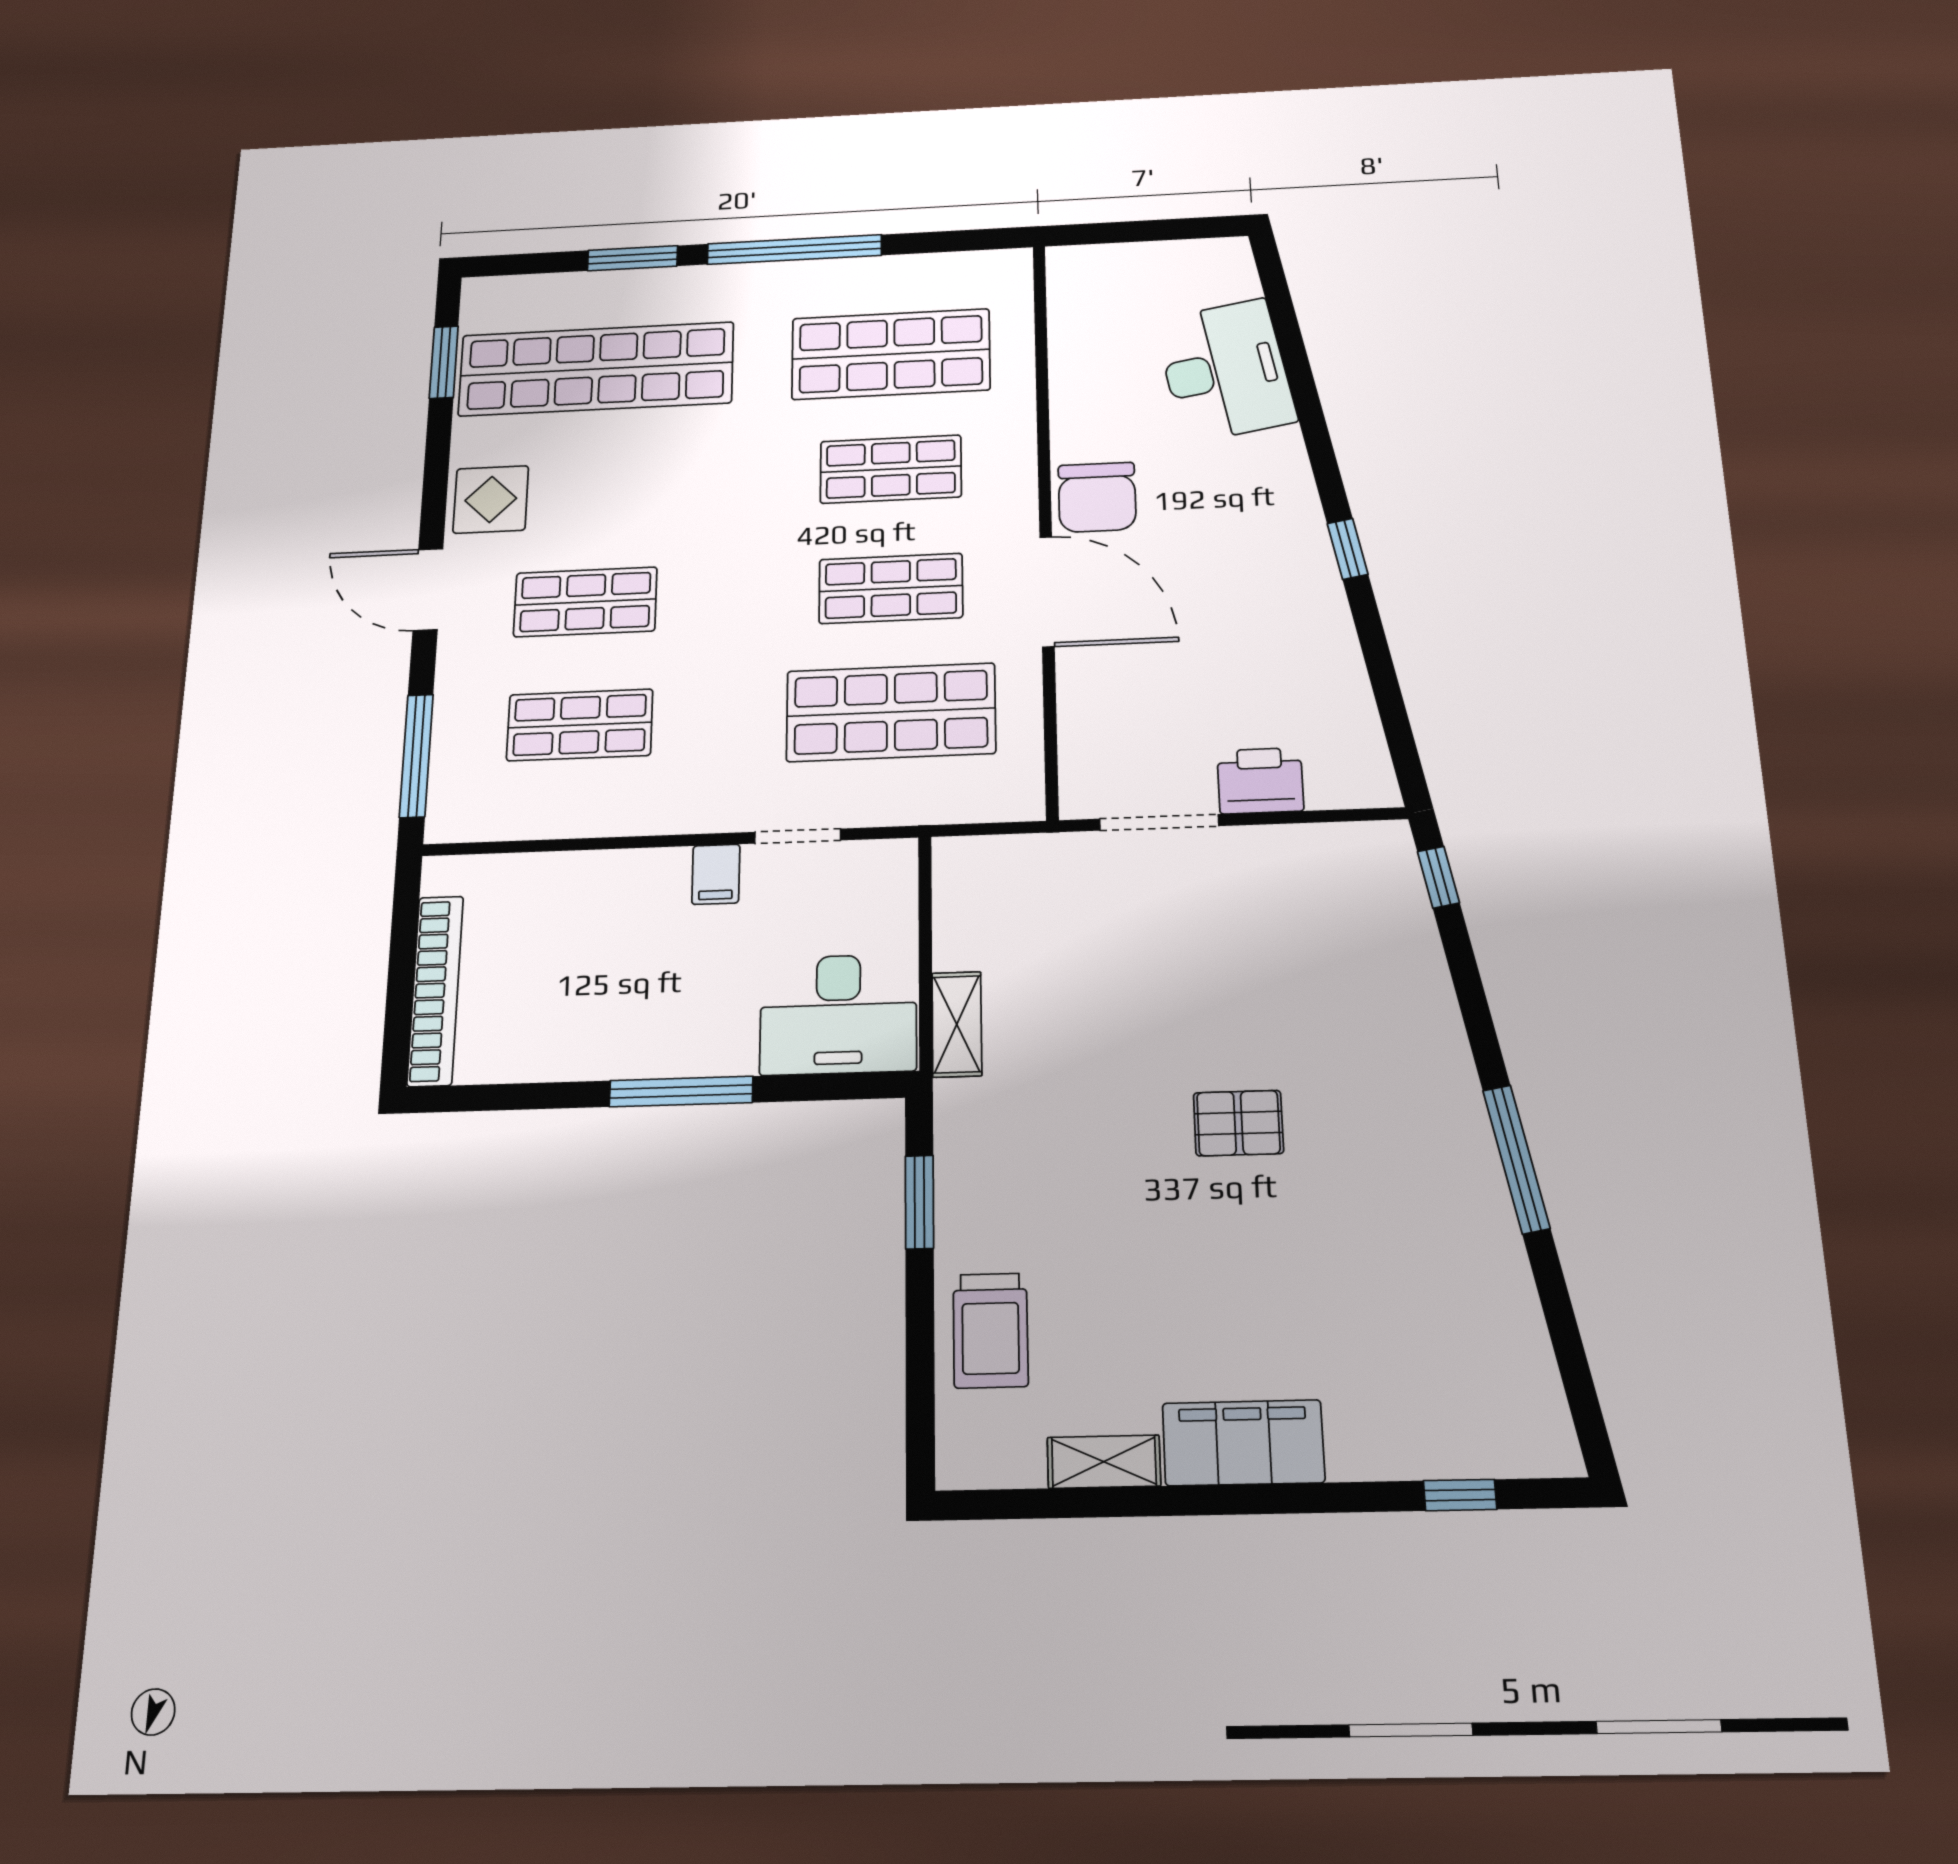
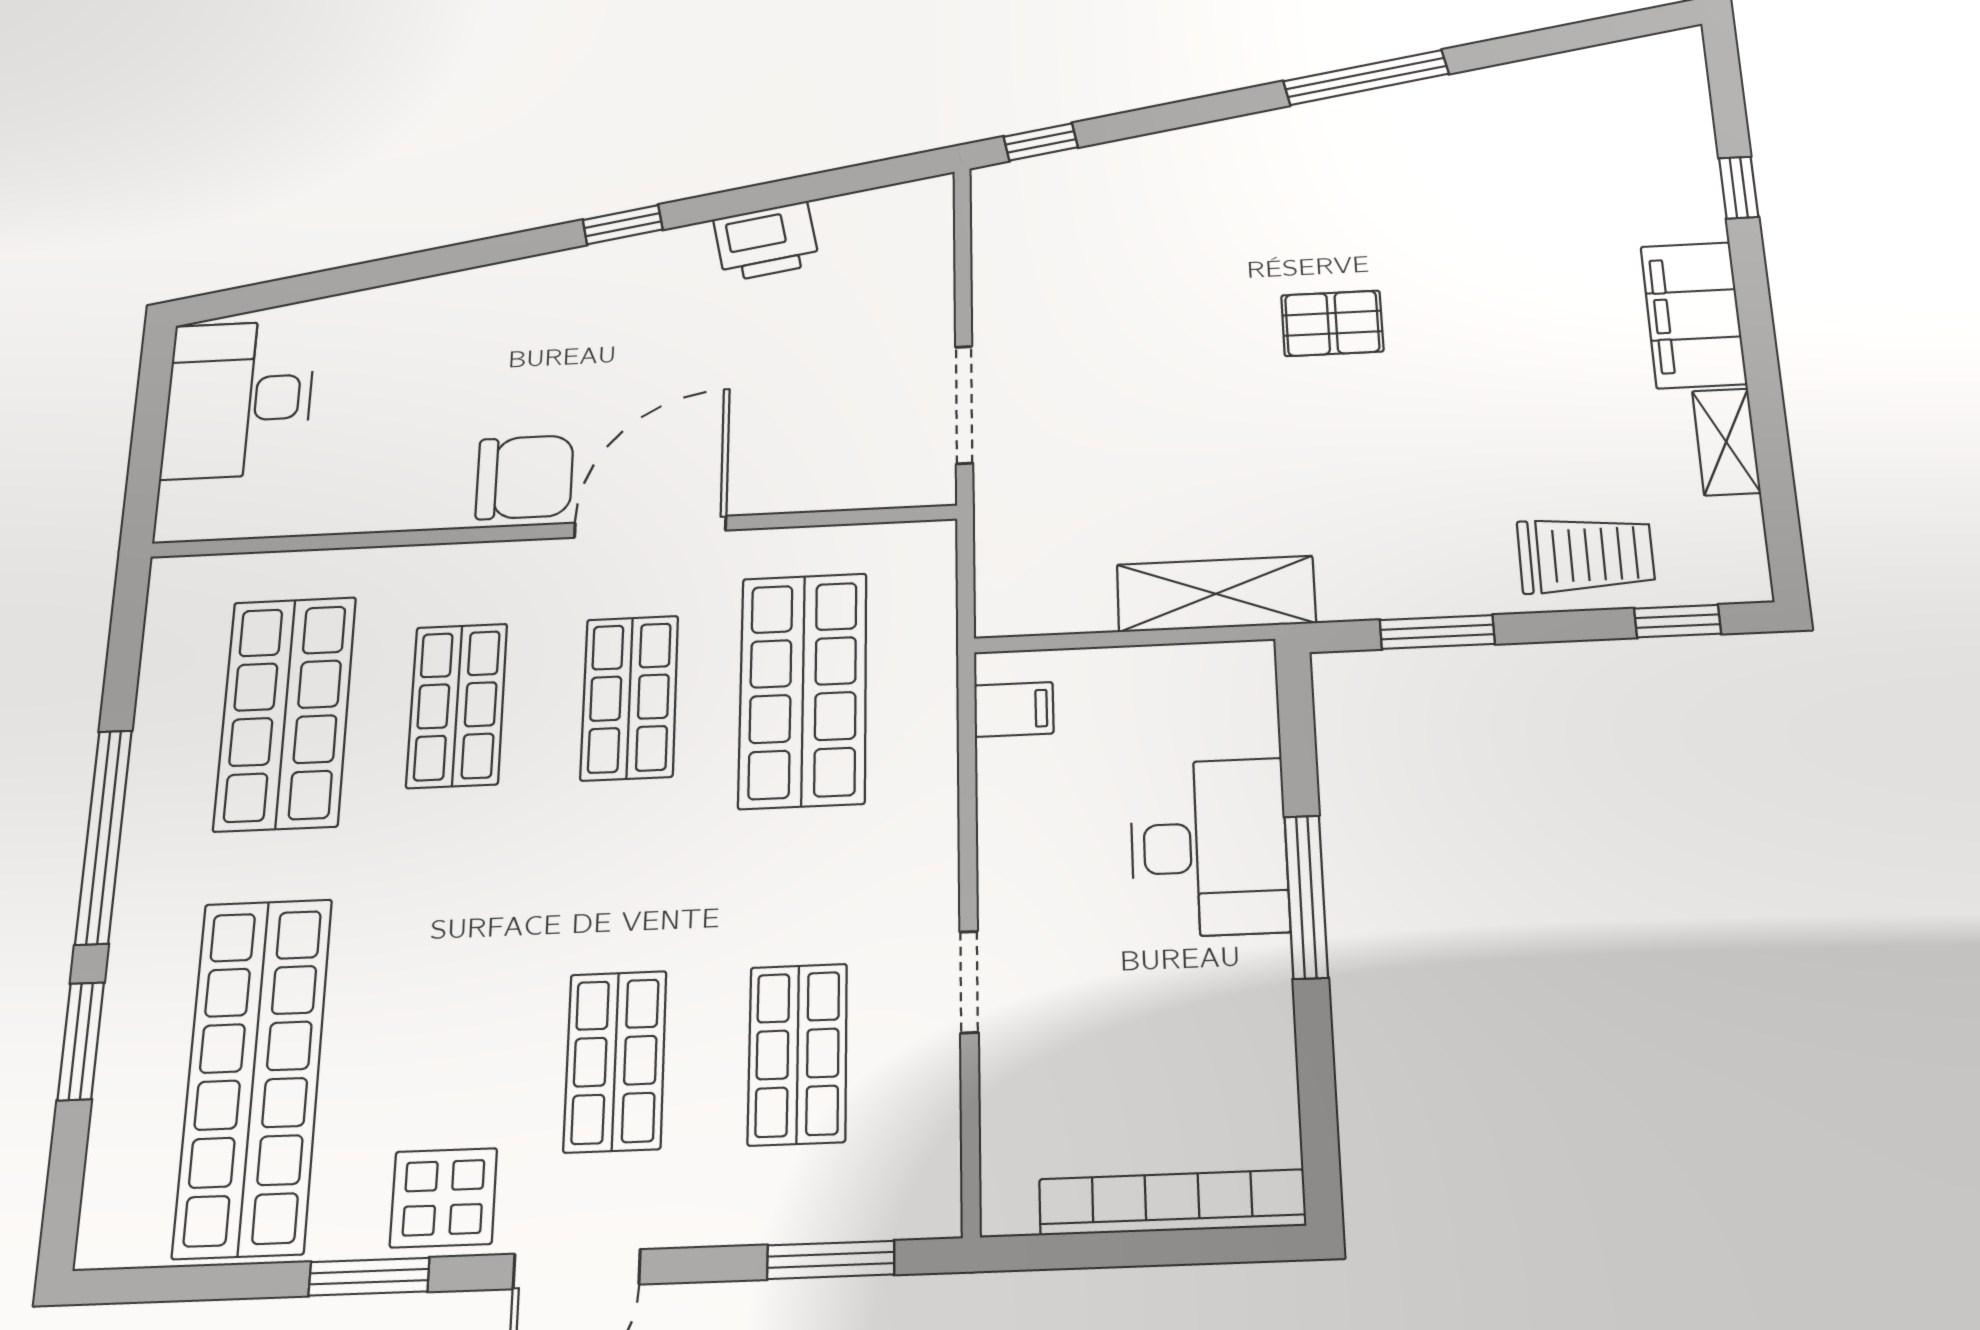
window: (444, 362) -> (369, 1277), moved
desk: (1225, 371) -> (239, 399), moved, turned -80
window: (416, 756) -> (831, 1260), width x0.69
printer: (1260, 781) -> (766, 242), moved, turned -100
doorway: (798, 836) -> (969, 982), moved
filing cabinet: (716, 874) -> (1014, 709), moved
desk: (838, 1014) -> (1209, 847), moved
shelving: (957, 1024) -> (1216, 594), width x1.50, depth x1.33
pallet: (1238, 1123) -> (1332, 323), turned 90
window: (920, 1405) -> (1678, 621), added
window: (1460, 1495) -> (1739, 188), moved

